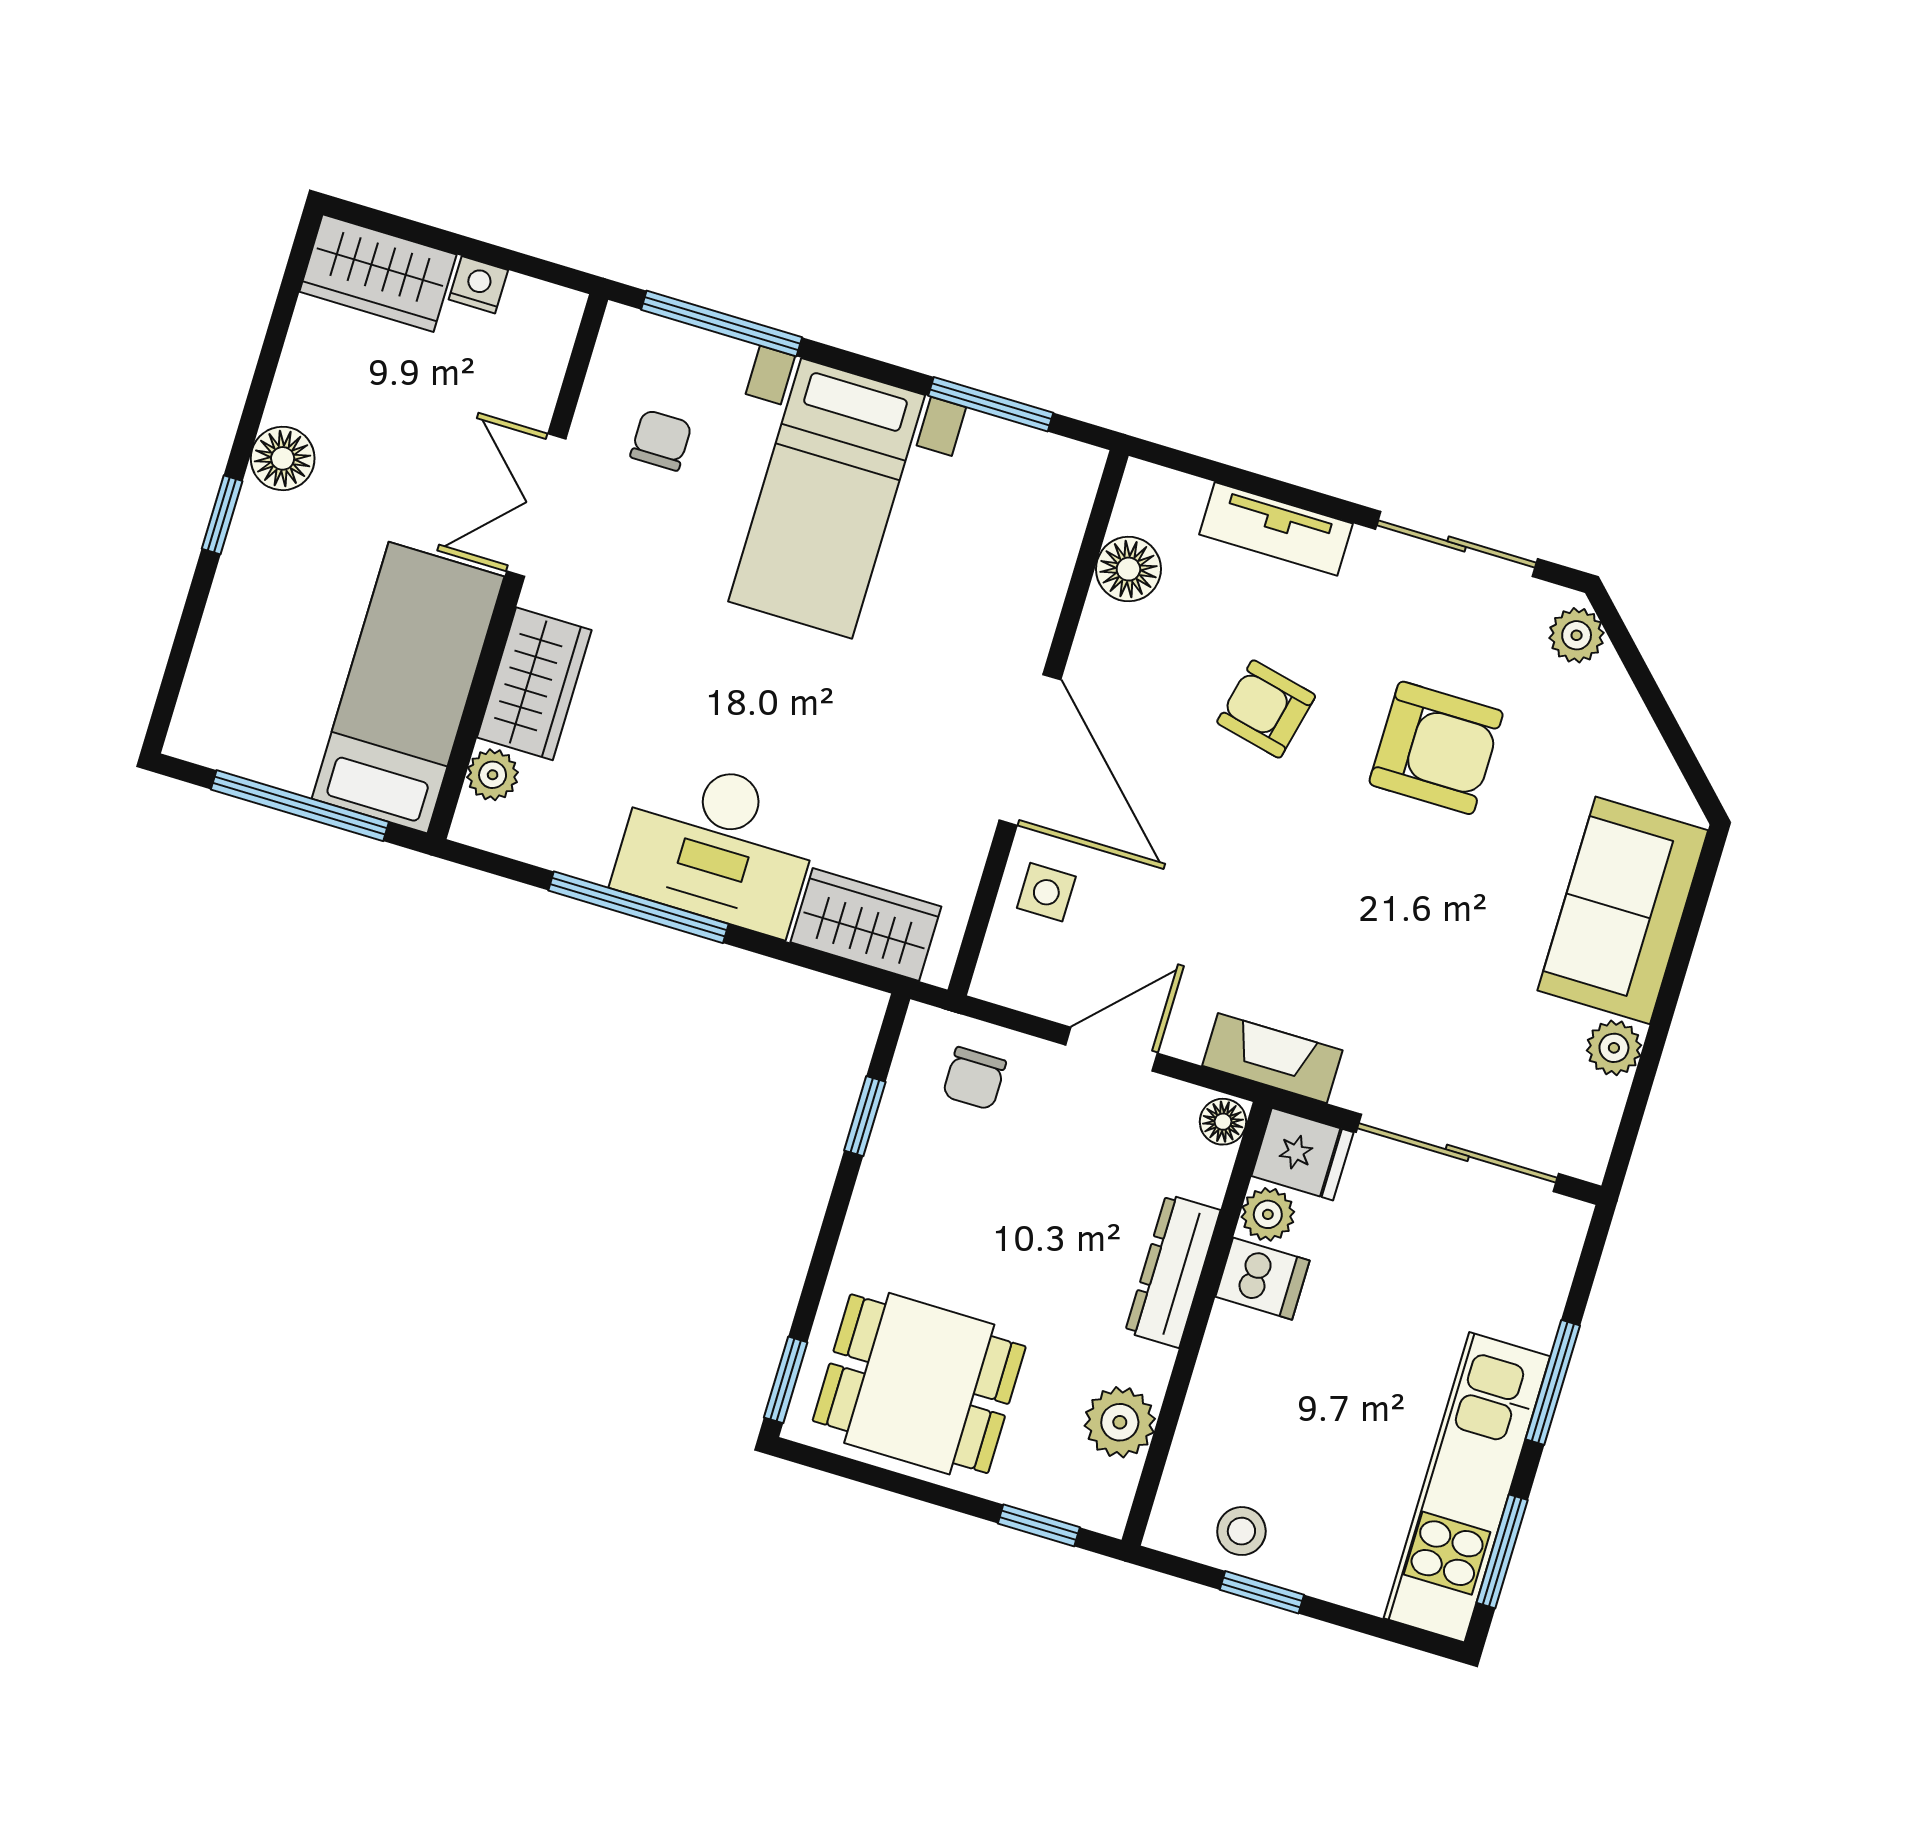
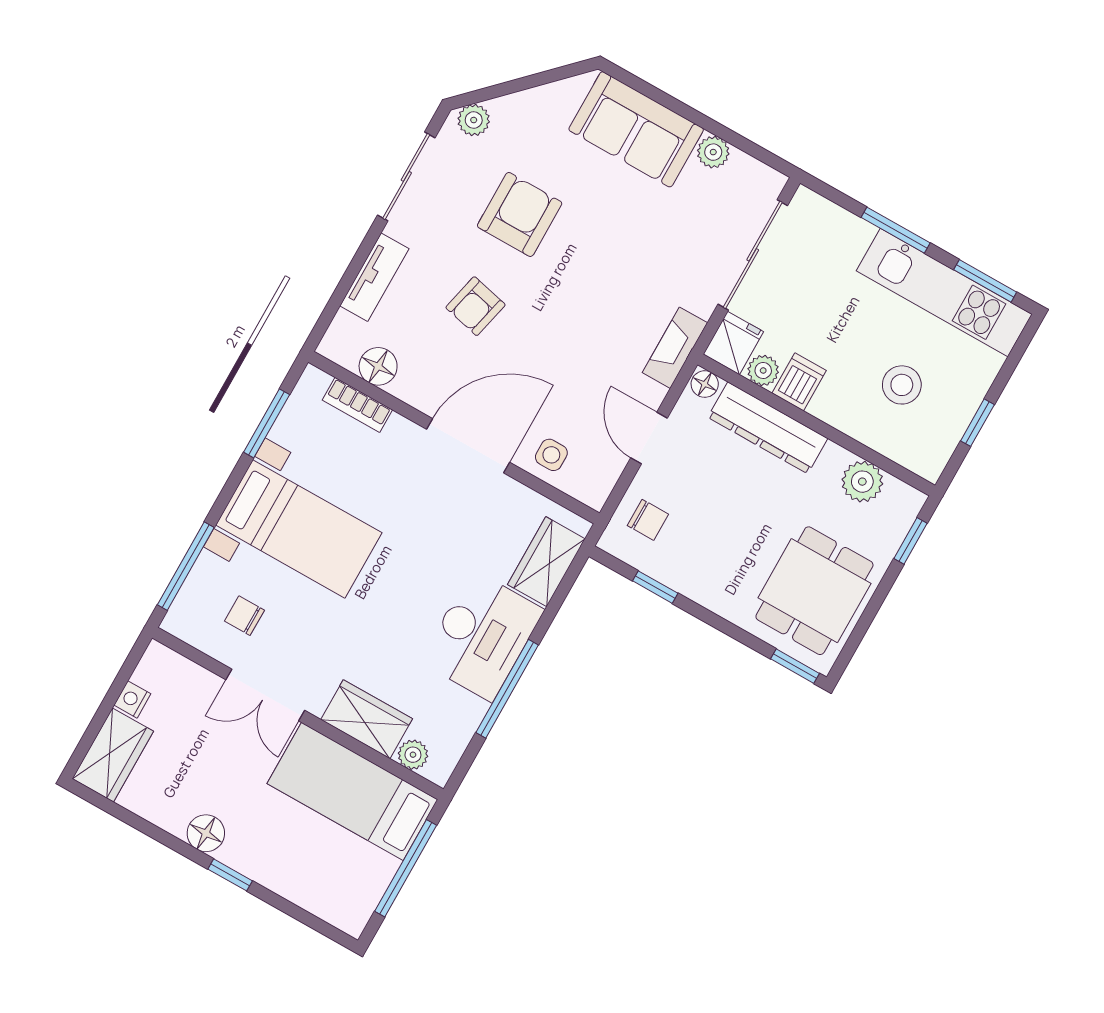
bookcase: (1056, 549) -> (357, 405), added
dresser: (1173, 1271) -> (768, 428), width x1.37, depth x1.24
stool: (1241, 1531) -> (902, 385), moved, width x1.37, depth x1.37

